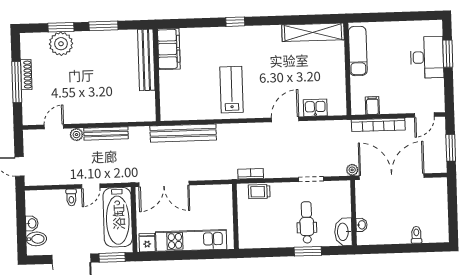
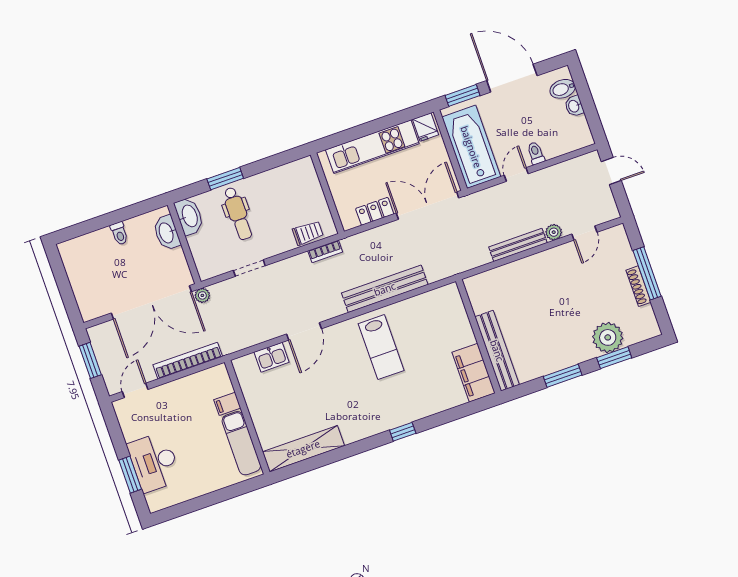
filing cabinet: (372, 106) -> (227, 404), moved, turned 90
bench: (183, 133) -> (385, 289), moved
locker: (205, 192) -> (375, 211), added
washbasin: (362, 225) -> (167, 233), width x1.91, depth x1.45
toilet: (416, 235) -> (119, 233), moved

